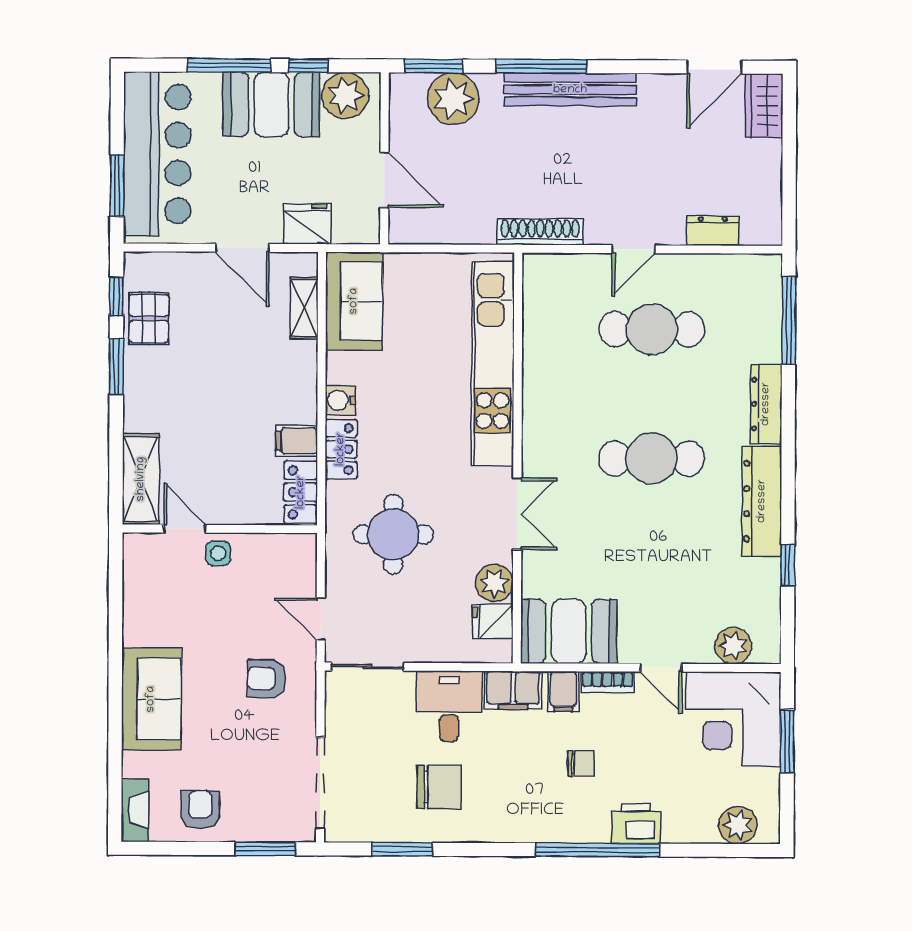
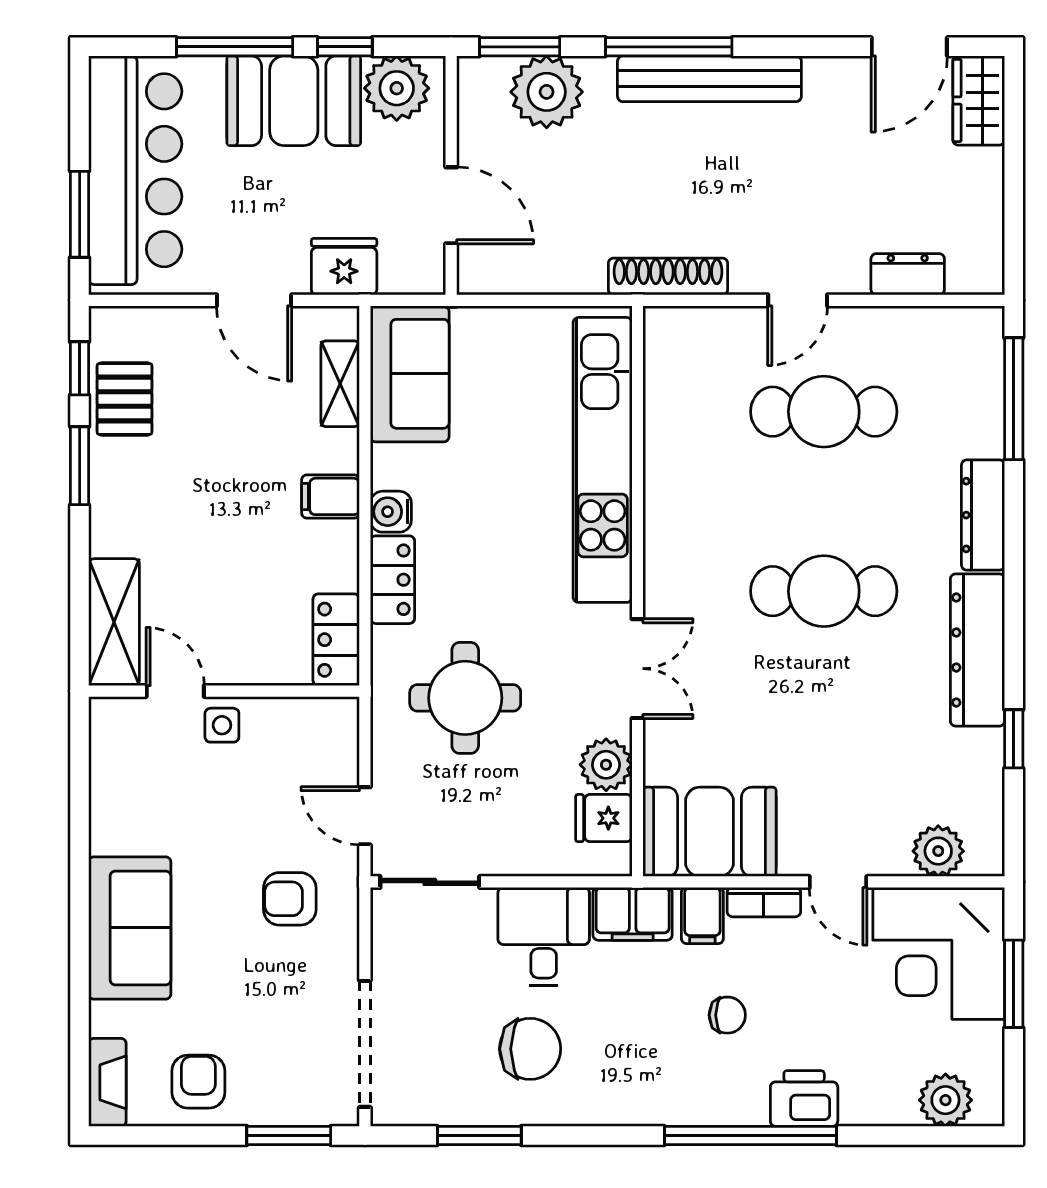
filing cabinet: (297, 441) -> (330, 496), moved

